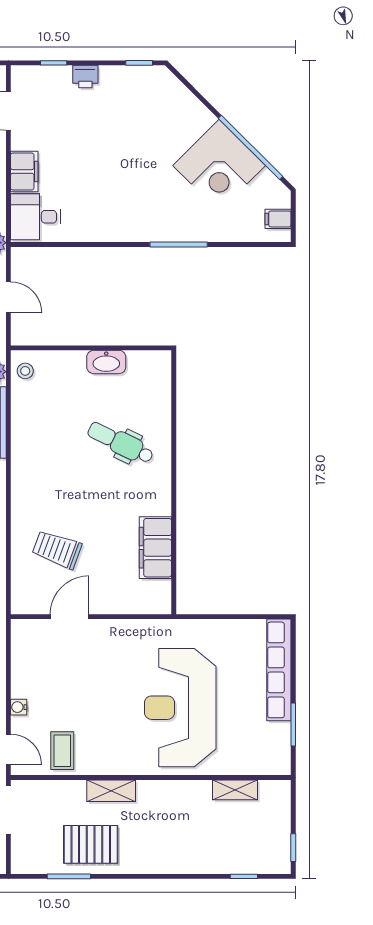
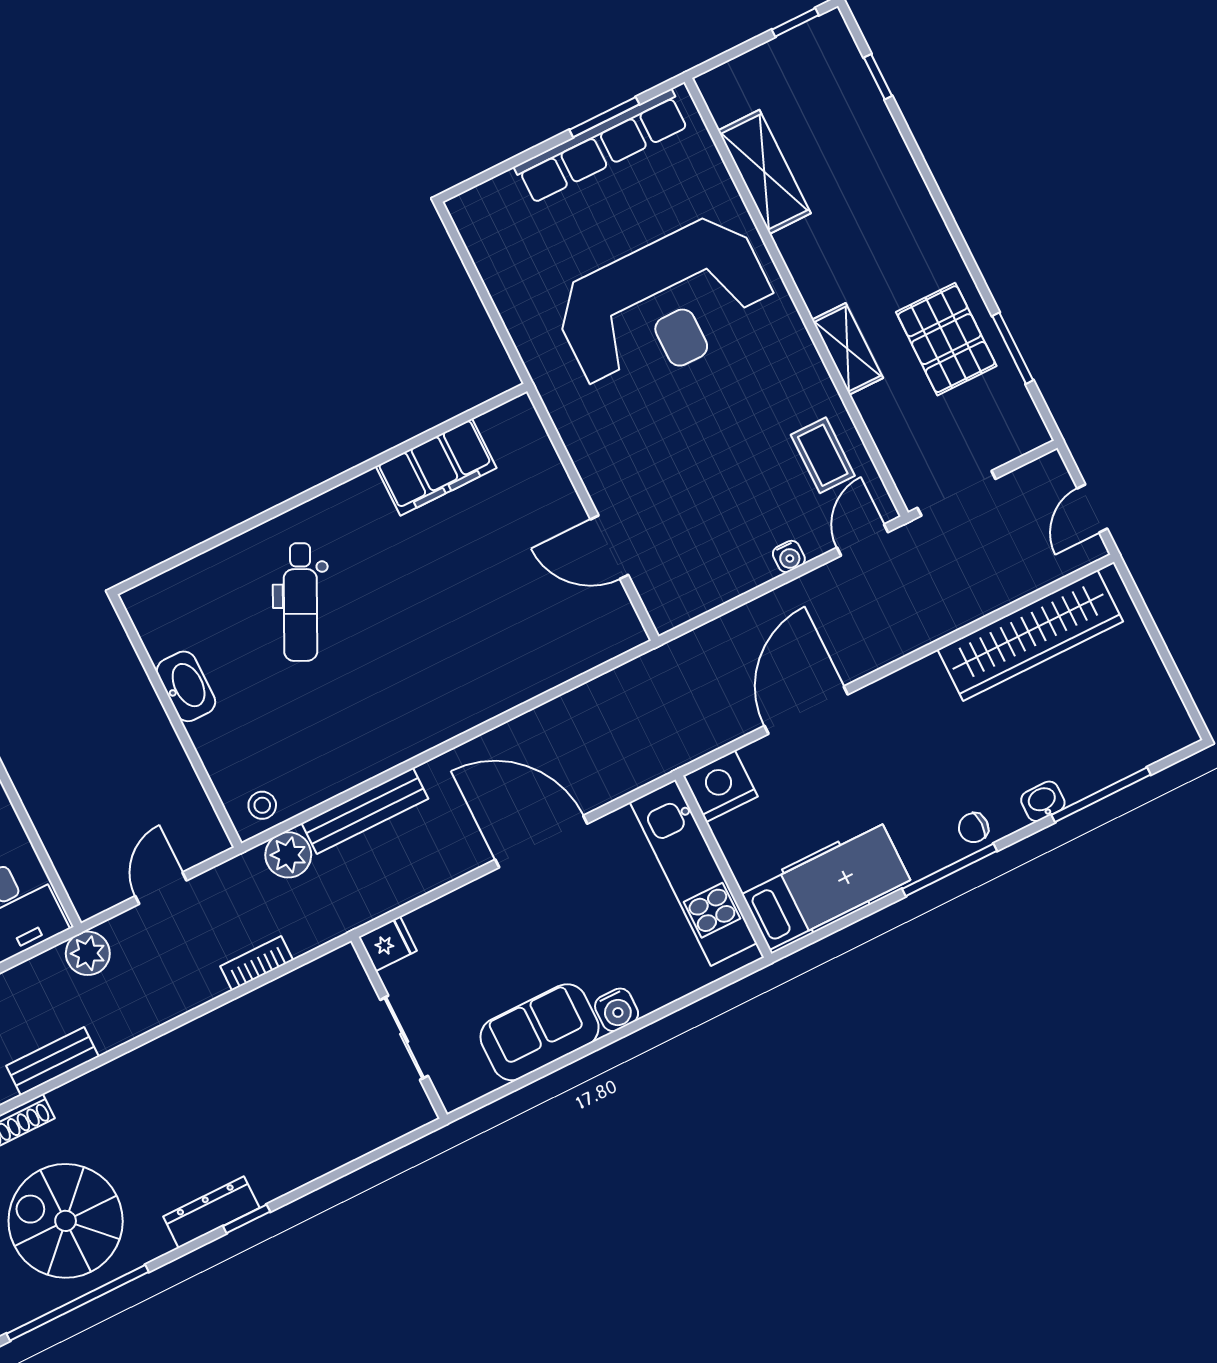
trolley: (57, 549) -> (515, 619), removed
row of seats: (279, 670) -> (602, 146), moved
coffee table: (62, 751) -> (823, 455), turned 90
shelving: (235, 790) -> (764, 172), width x1.50, depth x1.33

